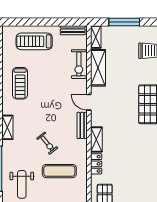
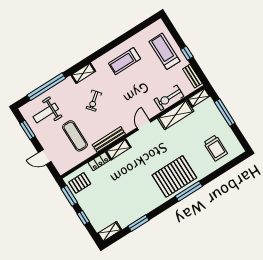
window: (49, 22) -> (187, 53), added
bench: (82, 125) -> (109, 139), moved, width x1.36
exercise bike: (47, 143) -> (94, 101), moved

